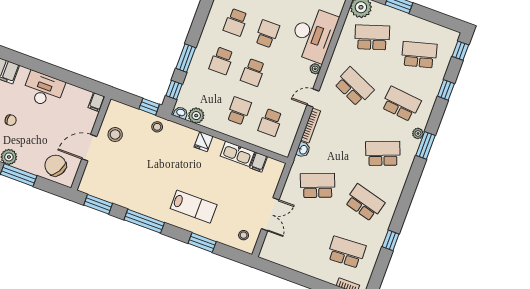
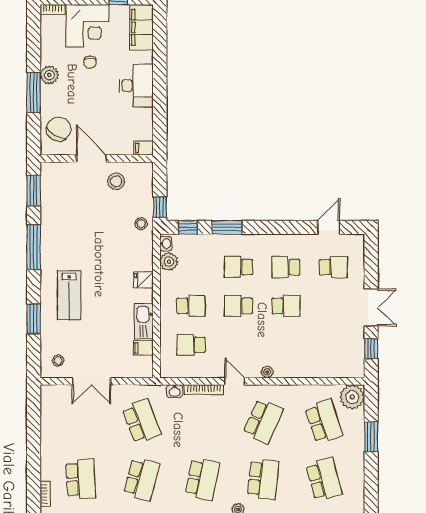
desk: (313, 34) -> (304, 356), removed
school desk: (383, 153) -> (202, 479), turned 33

